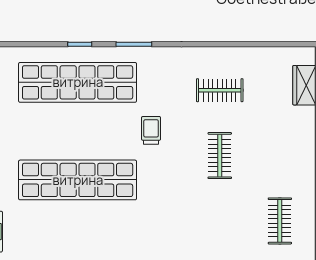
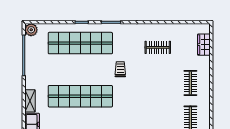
clothes rail: (220, 156) -> (190, 83), moved

